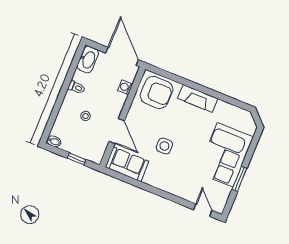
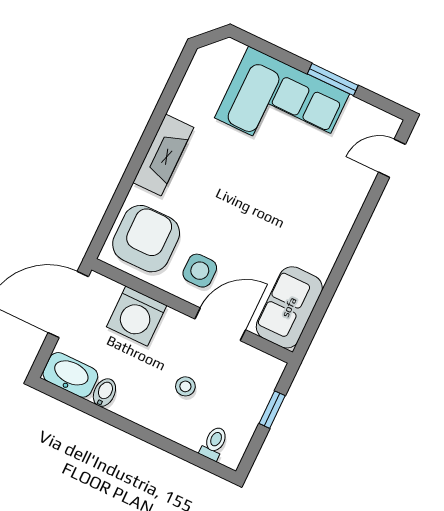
toilet: (77, 87) -> (214, 443), moved
washing machine: (125, 87) -> (137, 316), width x1.89, depth x1.89
bidet: (54, 141) -> (104, 393), moved
side table: (164, 146) -> (200, 271), moved

